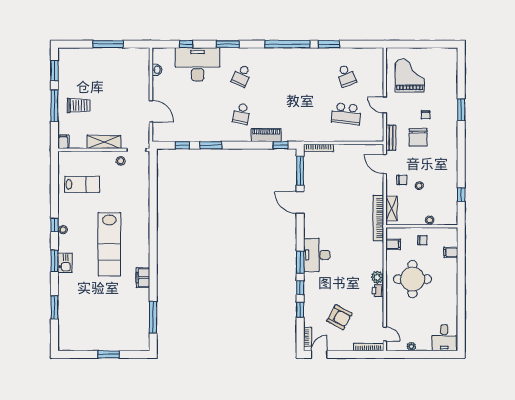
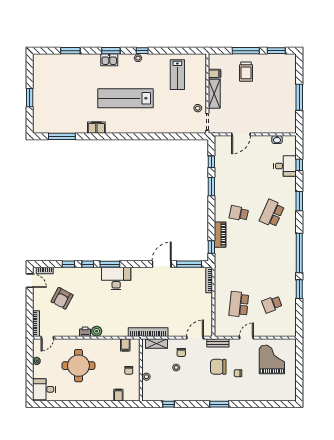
desk: (198, 64) -> (285, 166), width x0.53, depth x0.77
school desk: (242, 76) -> (272, 213), width x1.85
grand piano: (410, 76) -> (272, 359), turned -90
window: (461, 110) -> (219, 404), moved
filing cabinet: (63, 142) -> (214, 74), moved
round table: (412, 279) -> (78, 366), moved

